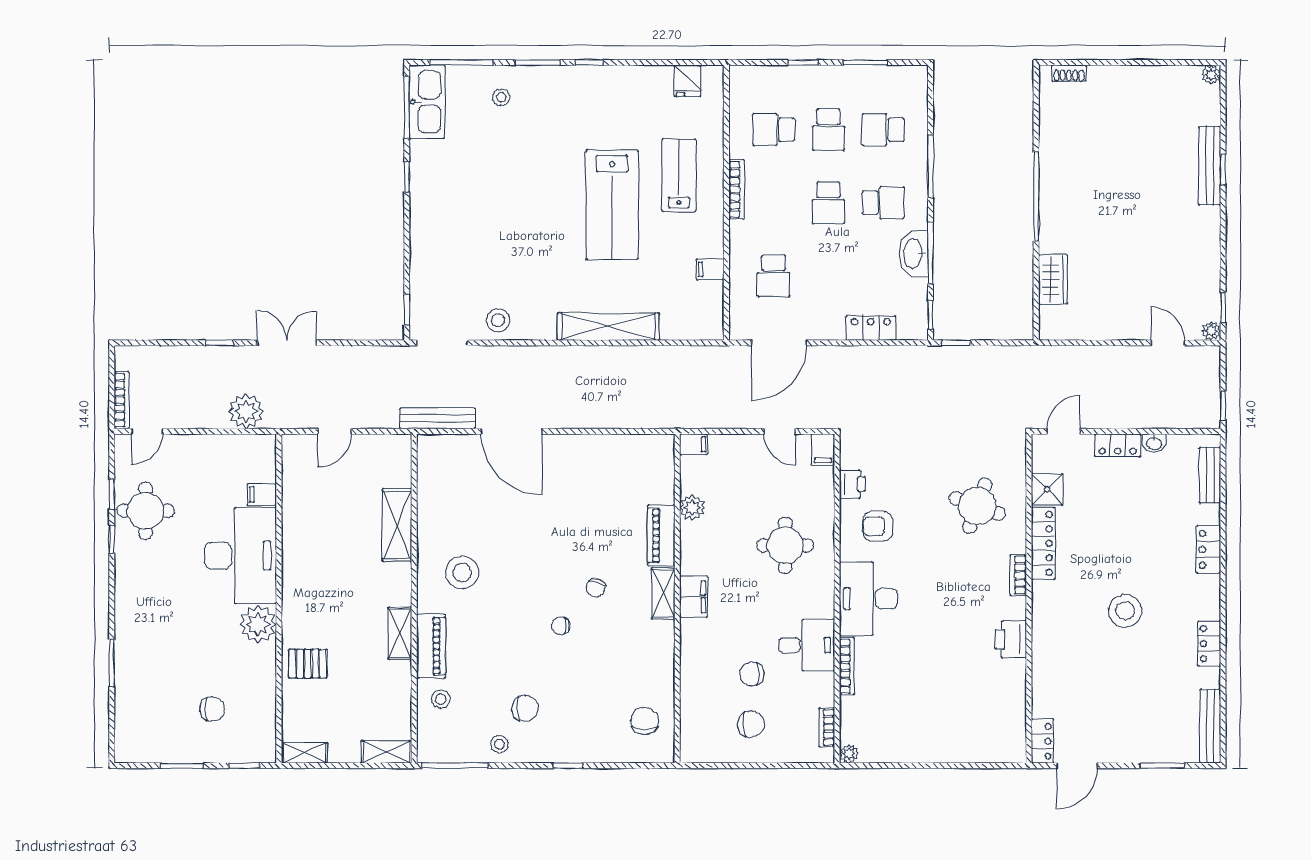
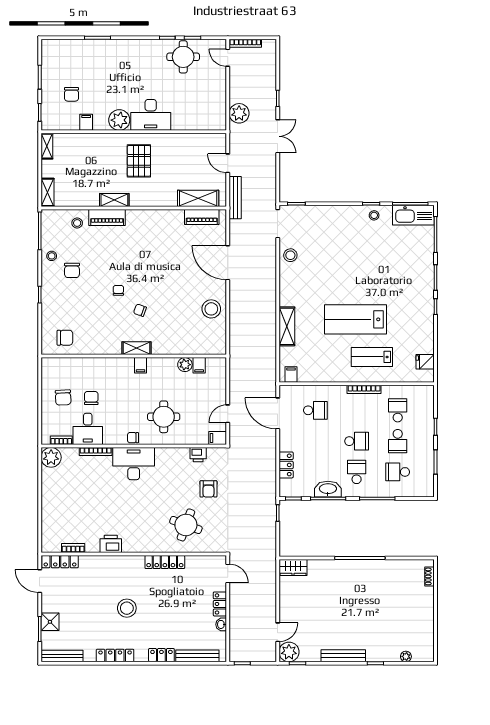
plant: (1211, 75) -> (406, 656), moved
stool: (501, 97) -> (374, 215), moved
school desk: (828, 130) -> (398, 441), turned -90
school desk: (883, 130) -> (398, 472), turned -90
bench: (1210, 166) -> (343, 656), moved
lab bench: (679, 175) -> (372, 357), turned 180
school desk: (828, 203) -> (357, 441), turned 180
school desk: (883, 203) -> (357, 472), turned 180
filing cabinet: (710, 270) -> (291, 375), moved
school desk: (774, 276) -> (315, 410), turned 180
wardrobe: (1053, 279) -> (293, 568), moved
shelving: (608, 327) -> (287, 326), width x0.68
plant: (1211, 331) -> (289, 652), width x1.87, depth x1.87
bench: (437, 418) -> (235, 198), moved
door: (511, 431) -> (228, 263), hinge flipped
filing cabinet: (694, 444) -> (199, 365), moved
bench: (1210, 475) -> (197, 656), width x1.36
shower: (1047, 489) -> (50, 622), moved
filing cabinet: (262, 495) -> (86, 122), moved
shelving: (397, 525) -> (198, 198), moved
armchair: (878, 526) -> (208, 489), moved, turned 180
piano: (661, 536) -> (202, 217), moved, turned 180
desk: (240, 556) -> (151, 115), width x0.73, depth x0.77
stool: (462, 572) -> (211, 309), moved
bookcase: (1018, 575) -> (73, 548), moved
filing cabinet: (694, 597) -> (141, 365), width x0.50
chair: (822, 600) -> (133, 438), added
locker: (1209, 644) -> (115, 655), width x1.53
desk: (807, 645) -> (88, 429), moved
pallet: (308, 664) -> (139, 161), moved, width x1.50, depth x1.42
locker: (1042, 741) -> (60, 562), width x1.53
plant: (849, 754) -> (51, 457), width x1.88, depth x1.88

